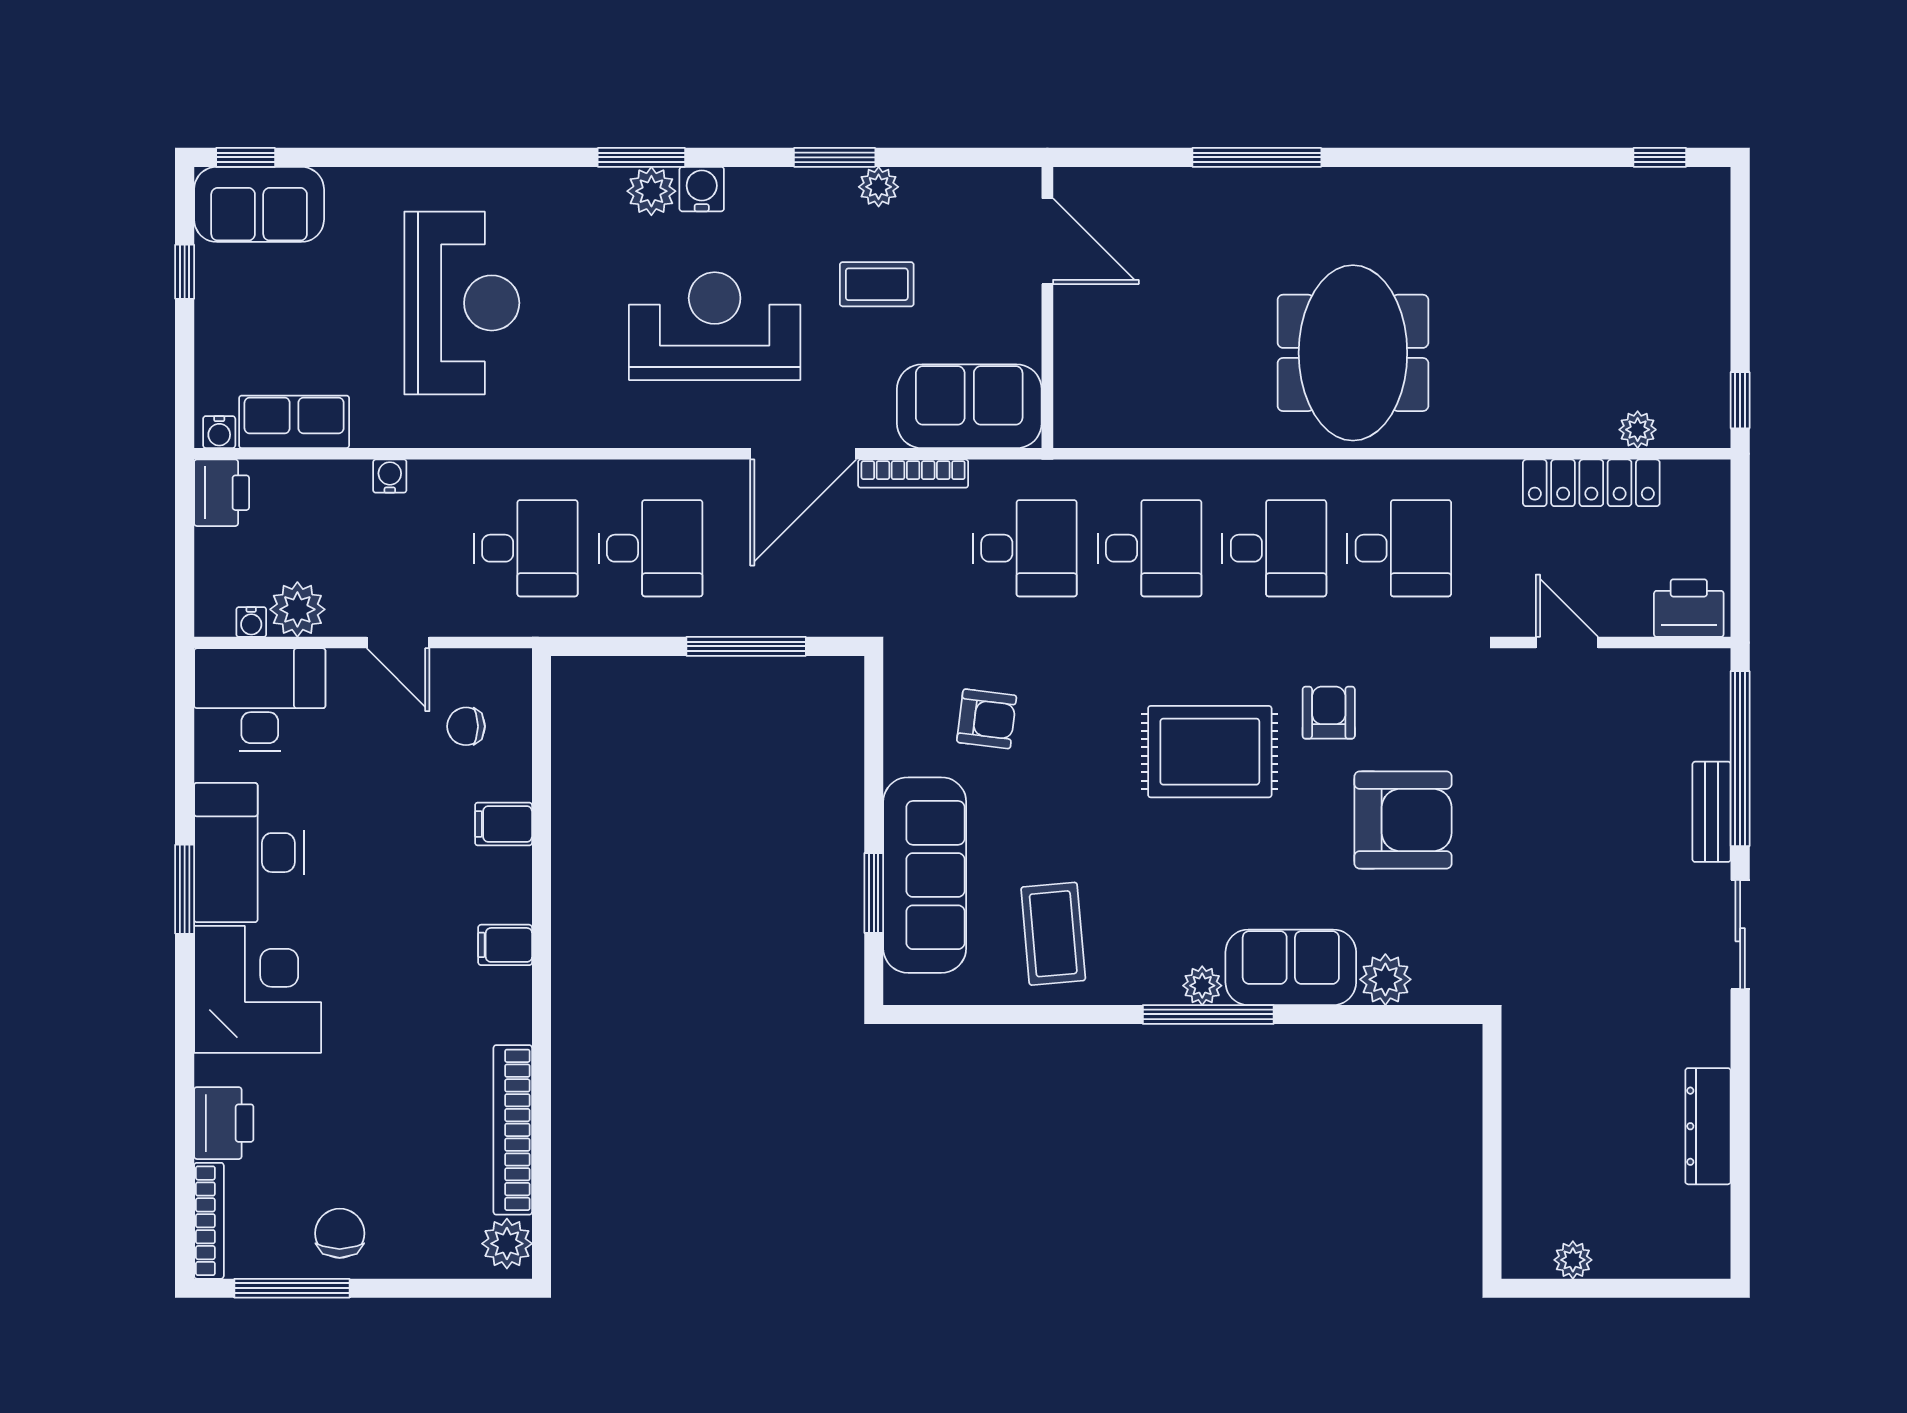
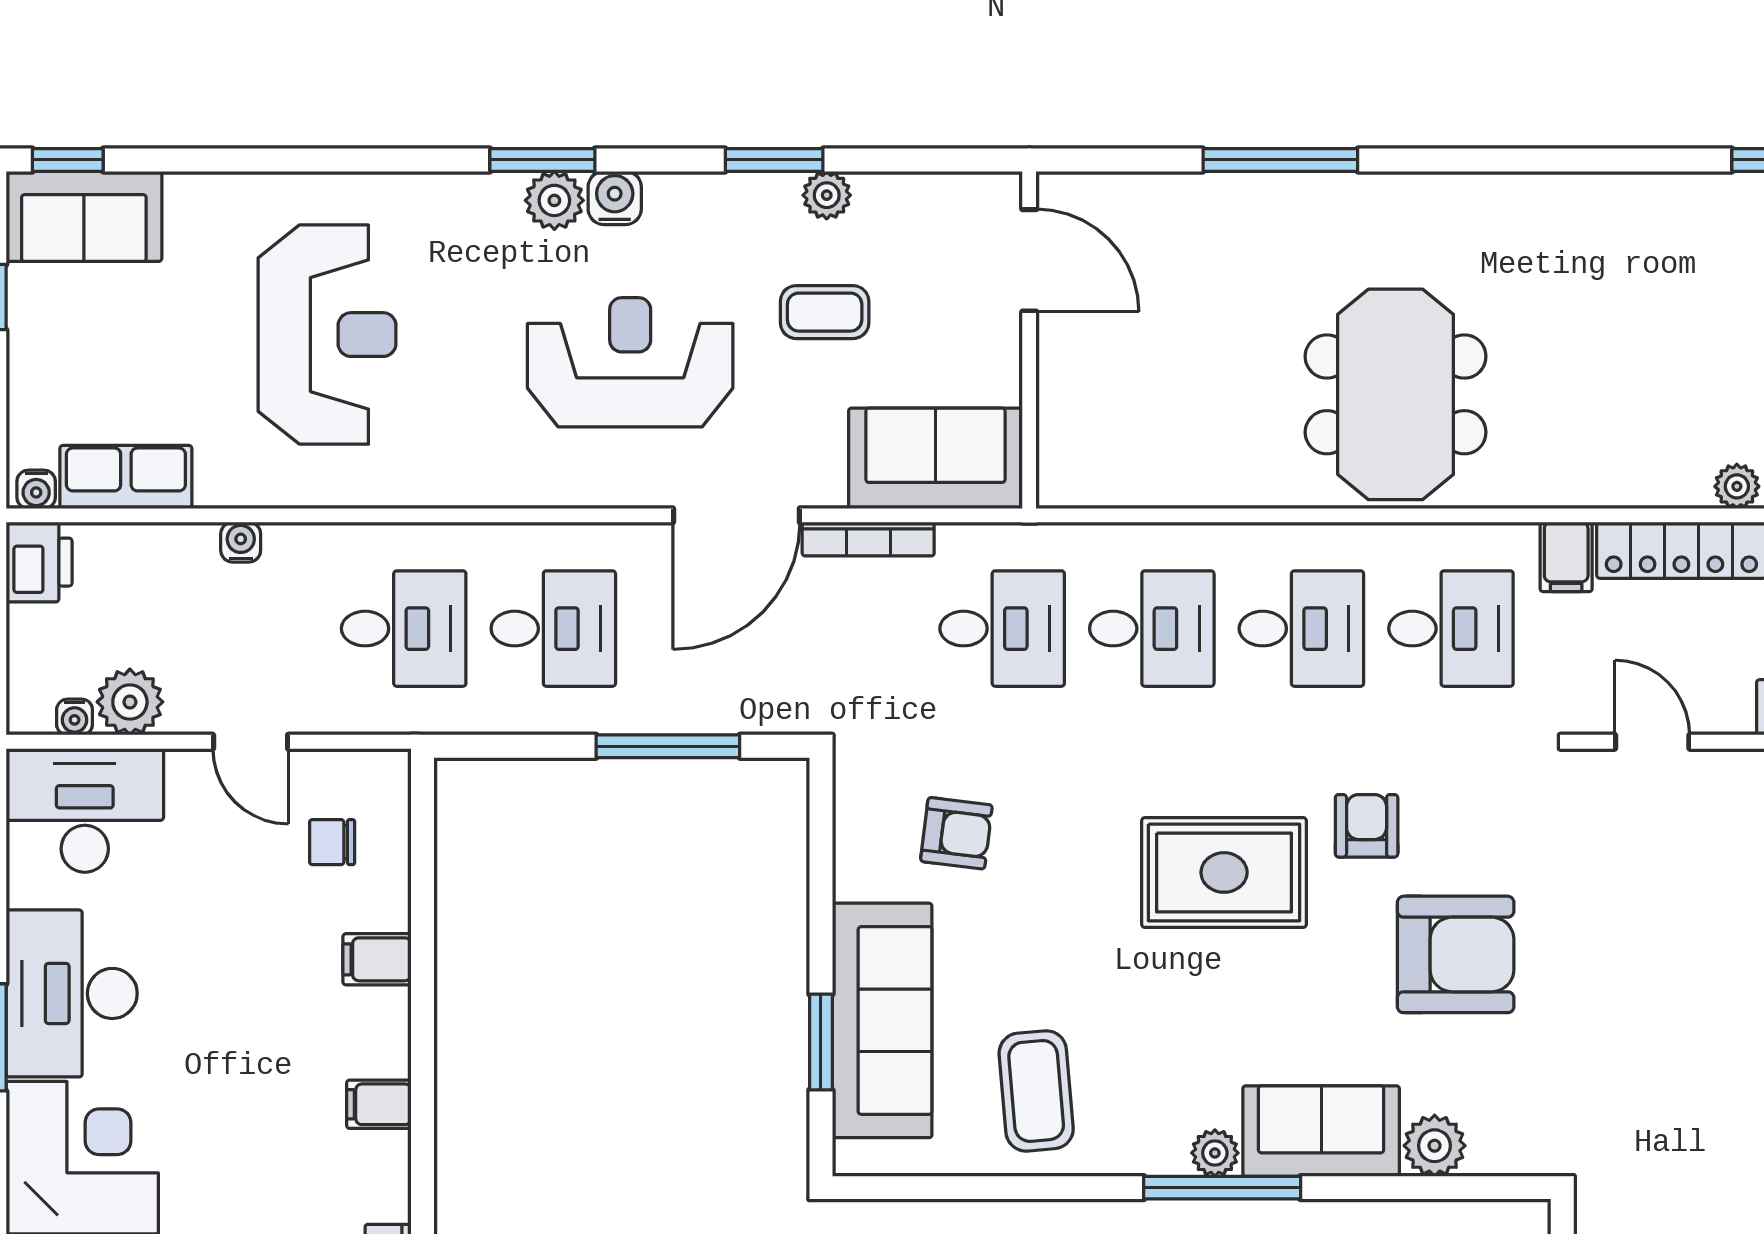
filing cabinet: (1495, 488) -> (1566, 557), added

